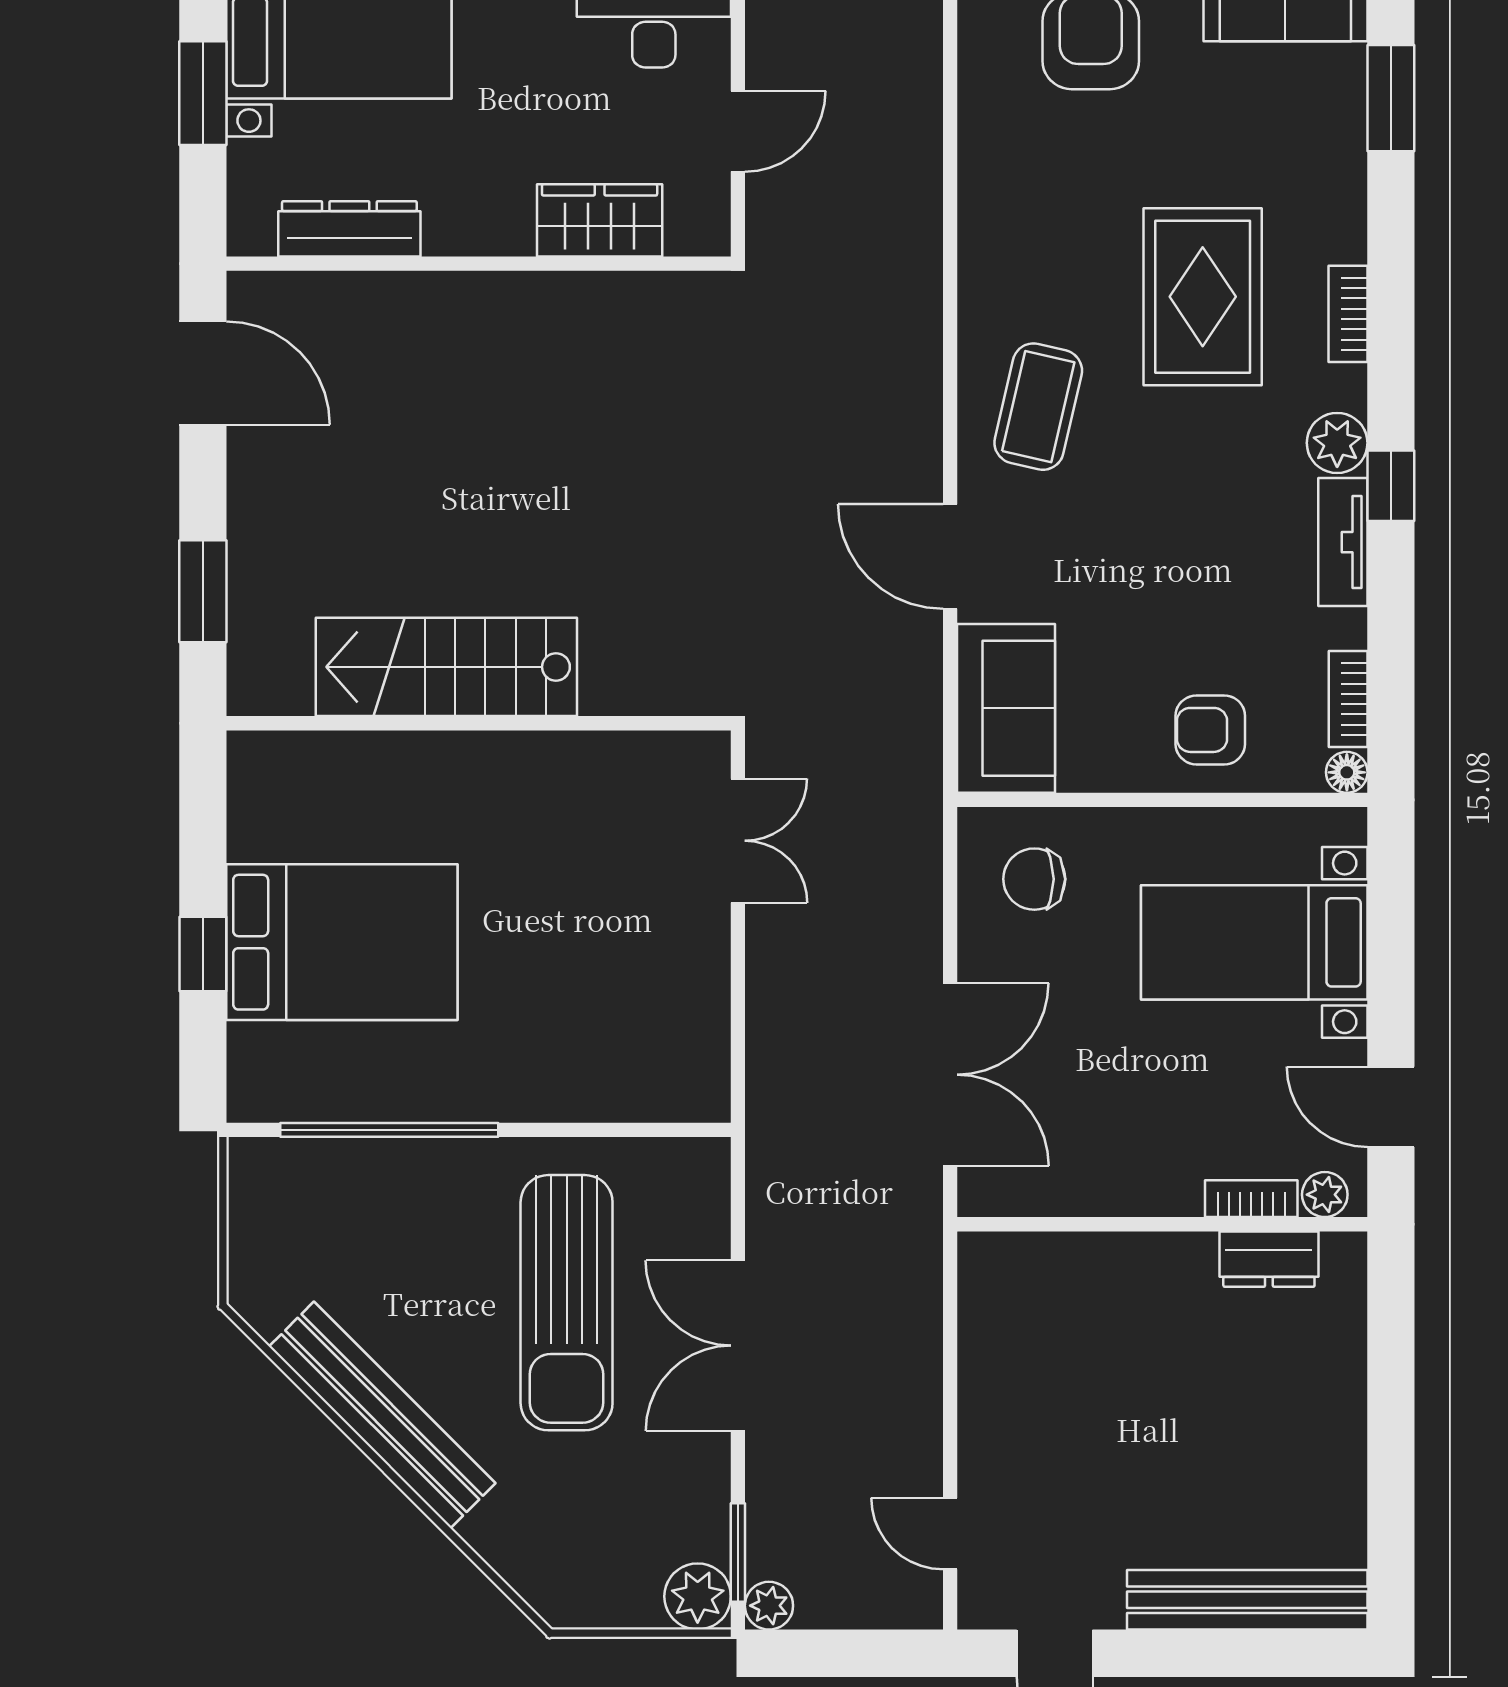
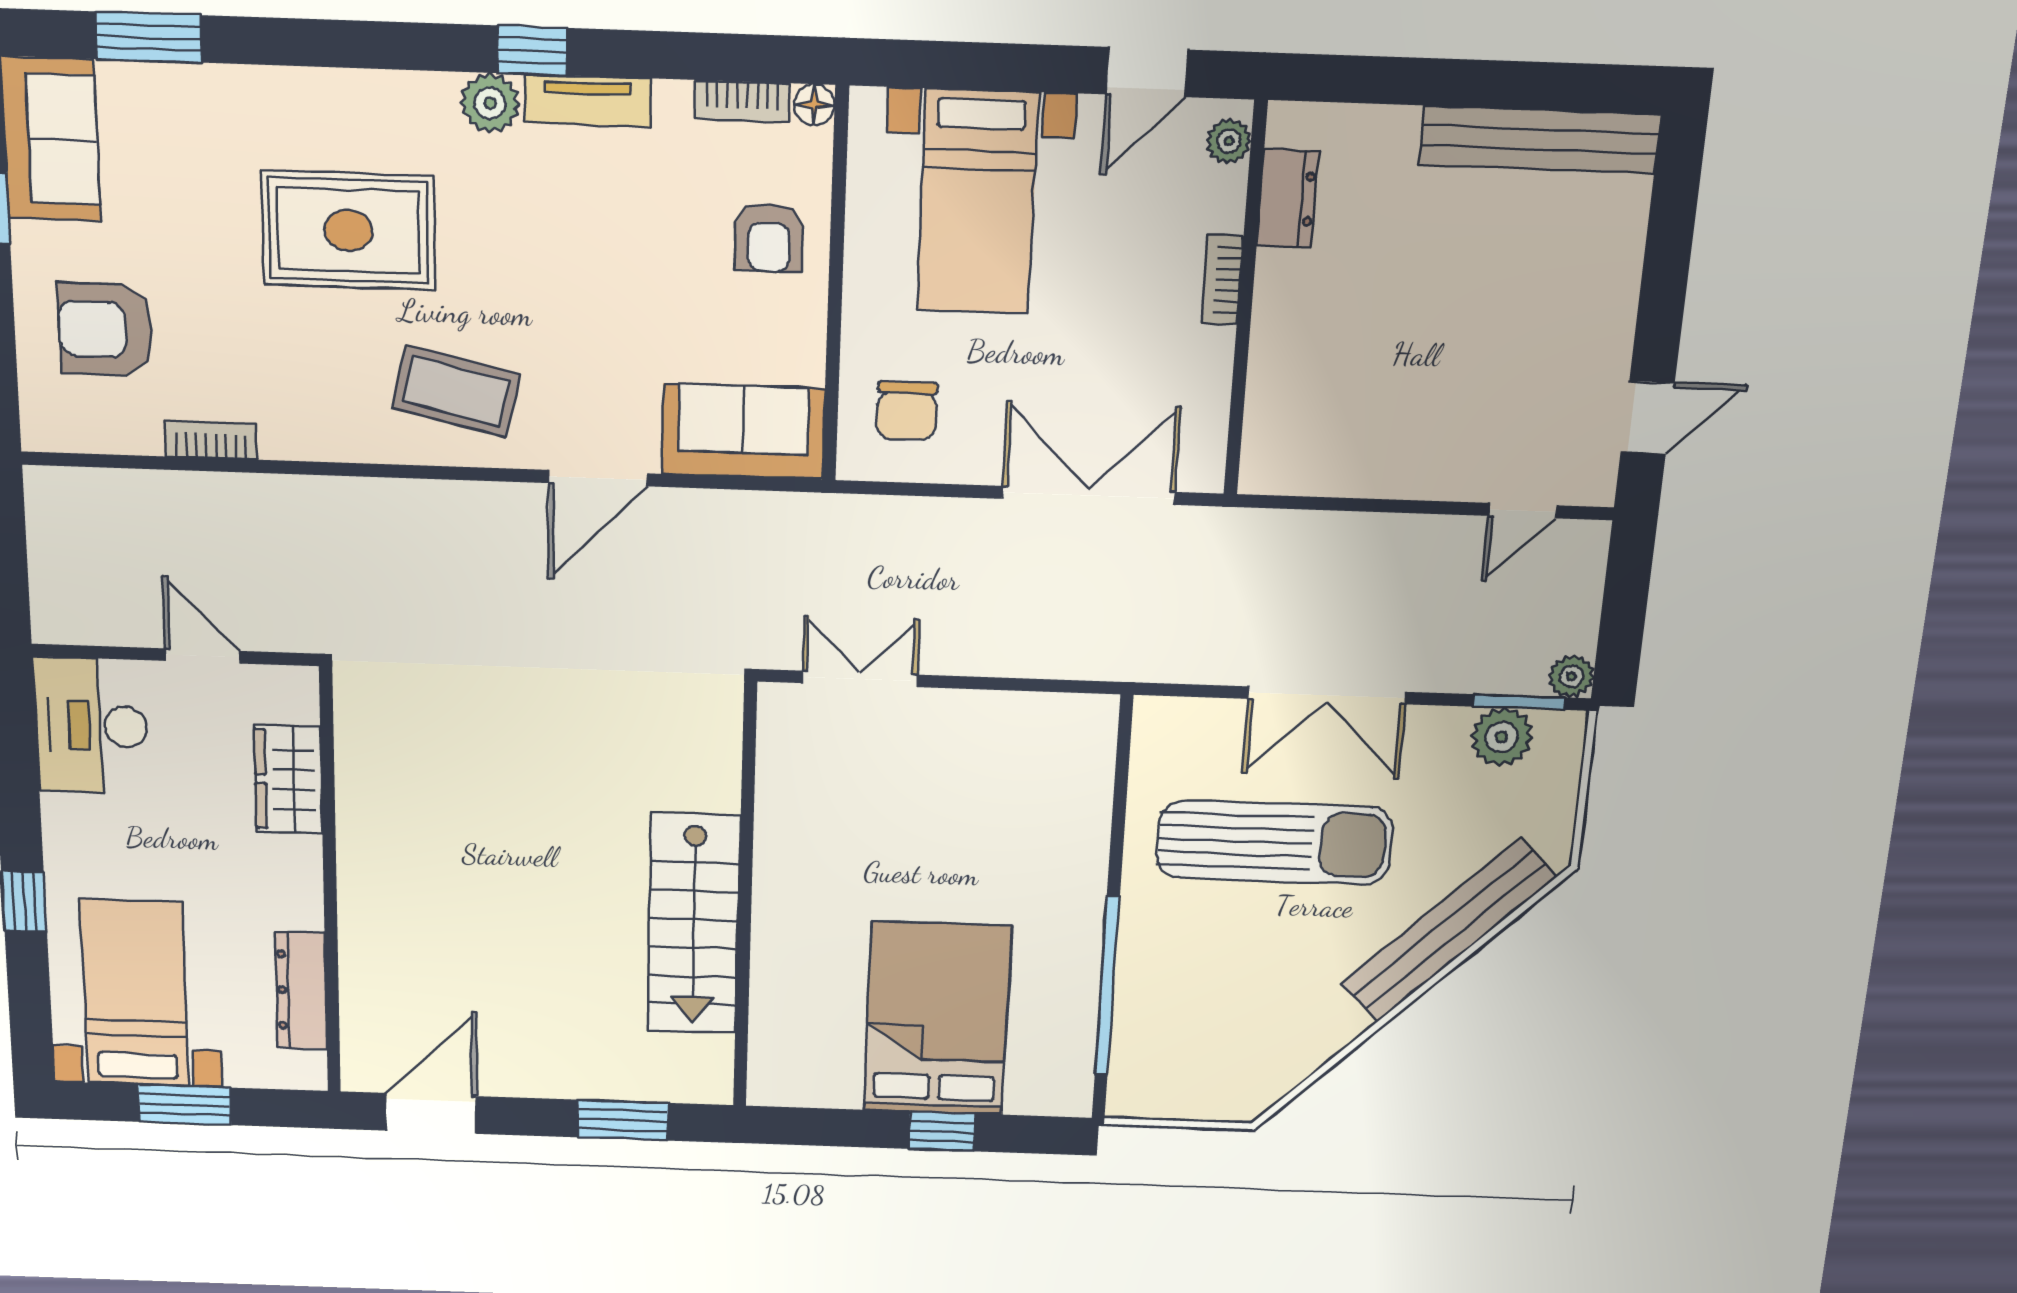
bookcase: (1348, 314) -> (211, 440), moved, turned 180
bookcase: (1251, 1199) -> (1222, 280), moved
bench: (382, 1415) -> (1449, 930), moved
plant: (698, 1596) -> (1502, 737), moved
bench: (1247, 1600) -> (1540, 139), moved, turned 90

